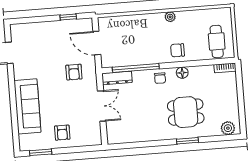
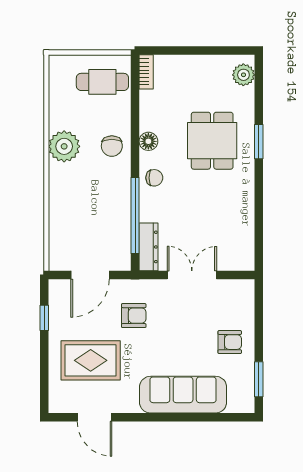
plant: (170, 17) -> (64, 146), width x1.87, depth x1.87
rug: (44, 48) -> (91, 360), added

